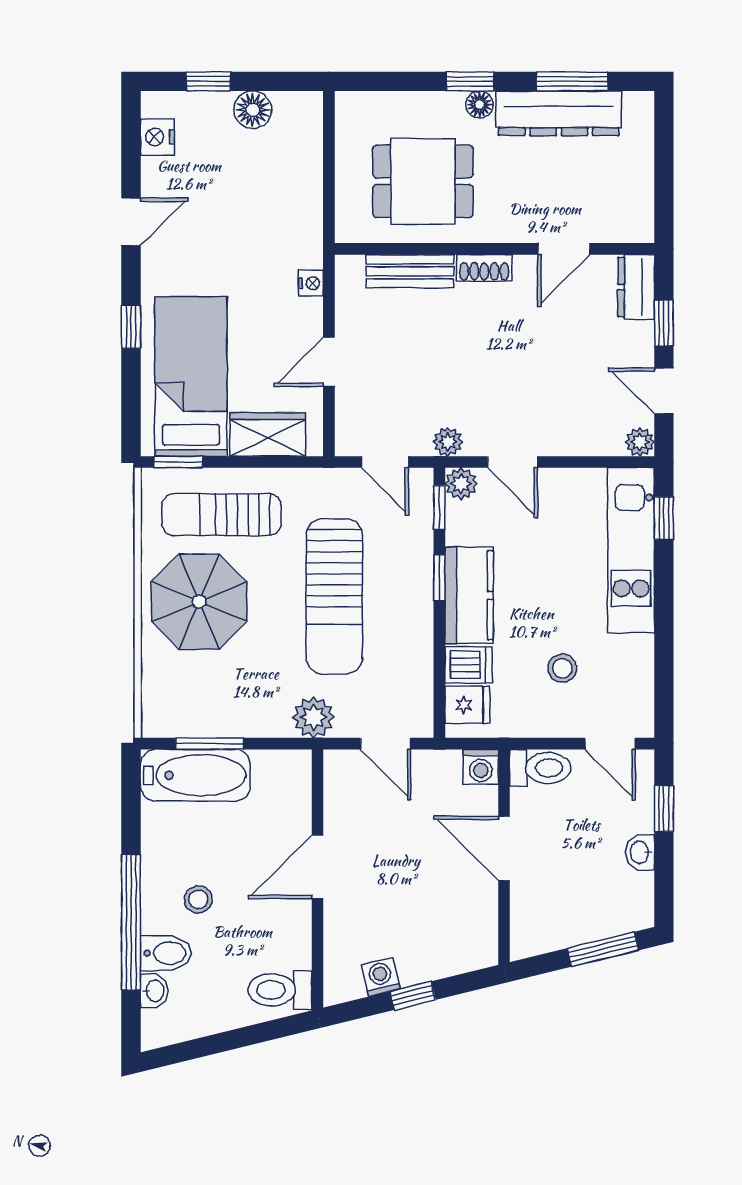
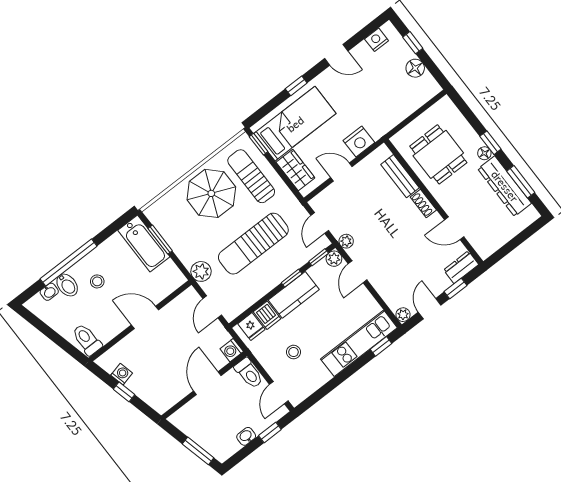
nightstand: (311, 283) -> (359, 141), width x1.89, depth x1.79

